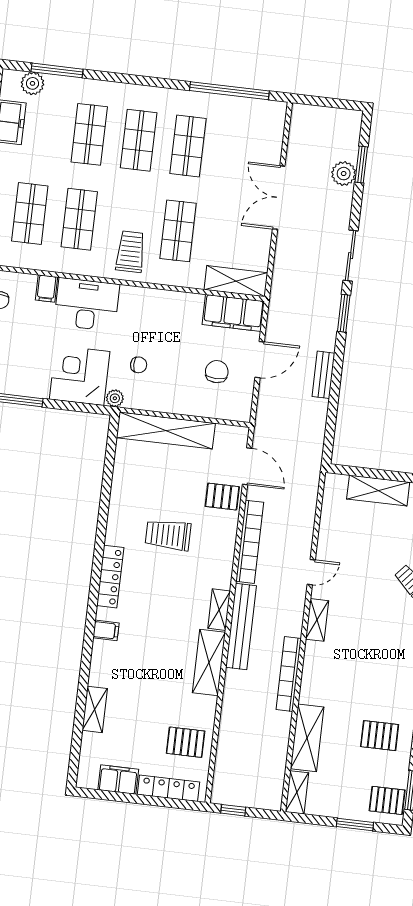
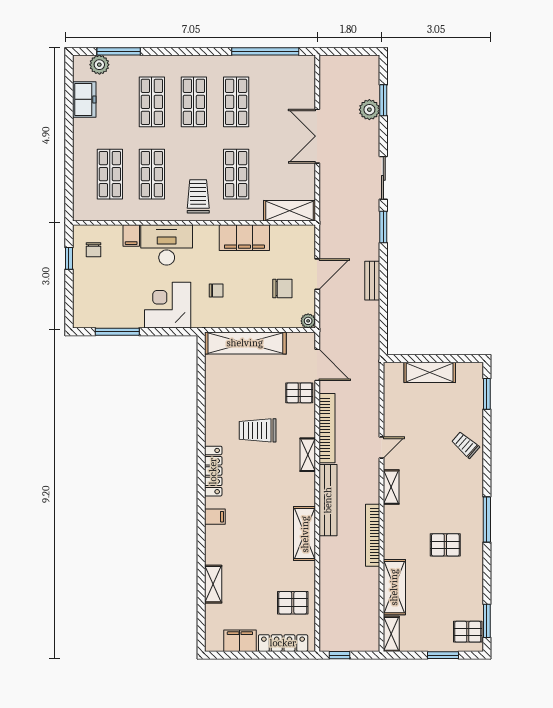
filing cabinet: (233, 313) -> (244, 238), moved
chair: (217, 372) -> (282, 288), turned 90
plant: (115, 398) -> (308, 321), moved
shelving: (219, 610) -> (308, 455), moved
pallet: (380, 736) -> (445, 545), moved

